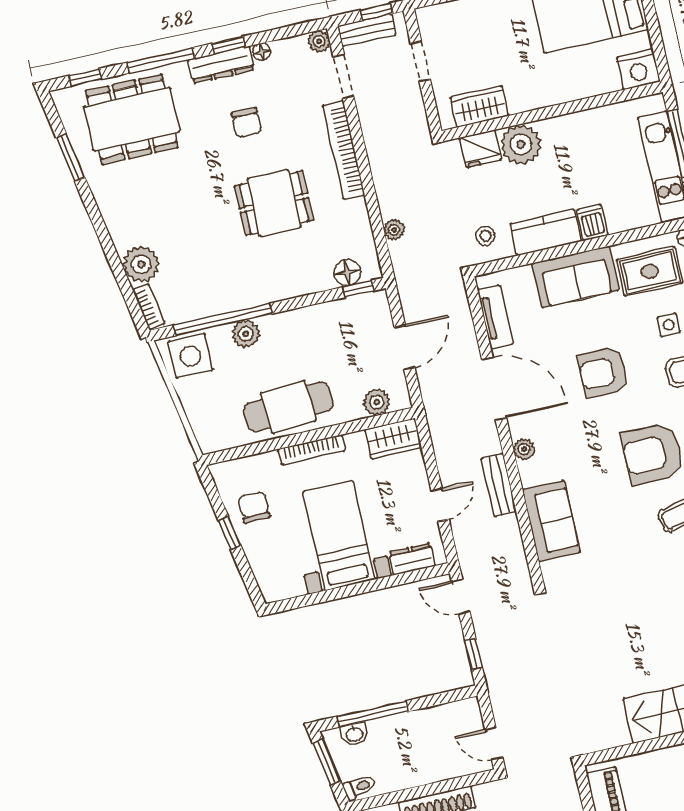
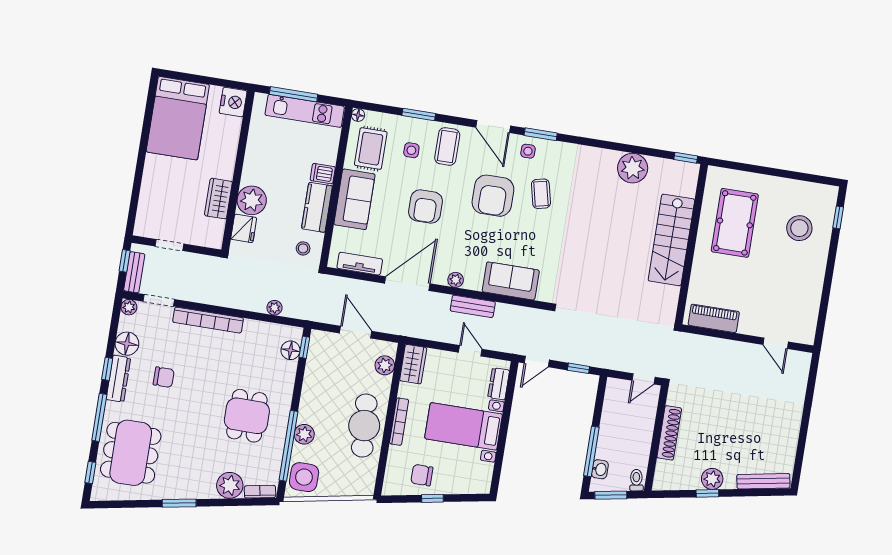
floor lamp: (262, 52) -> (127, 344), width x1.89, depth x1.89
wardrobe: (479, 107) -> (218, 199), moved
window: (71, 157) -> (179, 503), moved
dining table: (274, 203) -> (247, 416), moved

